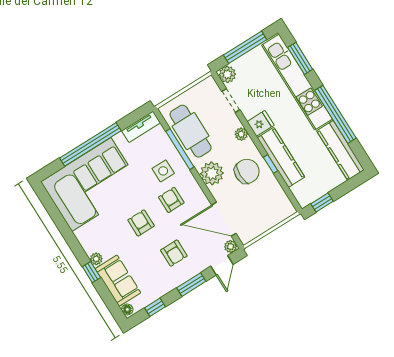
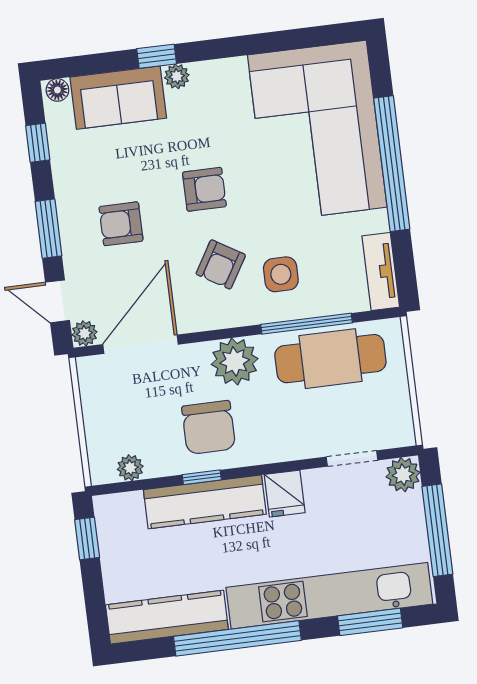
plant: (241, 134) -> (130, 468), moved
armchair: (171, 200) -> (221, 264), turned 121

